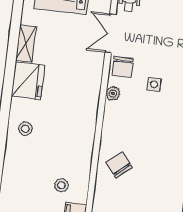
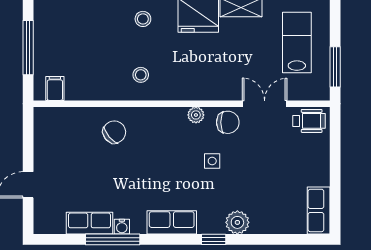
chair: (123, 67) -> (228, 122), turned 180
stool: (61, 185) -> (141, 75), moved

